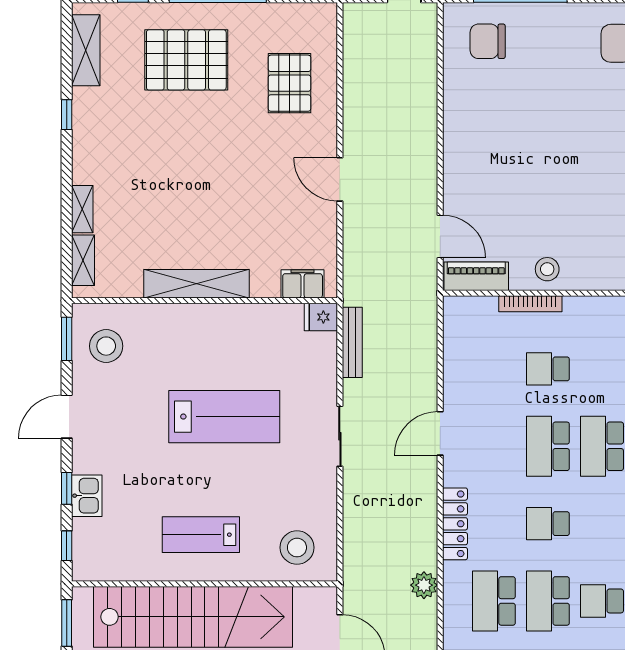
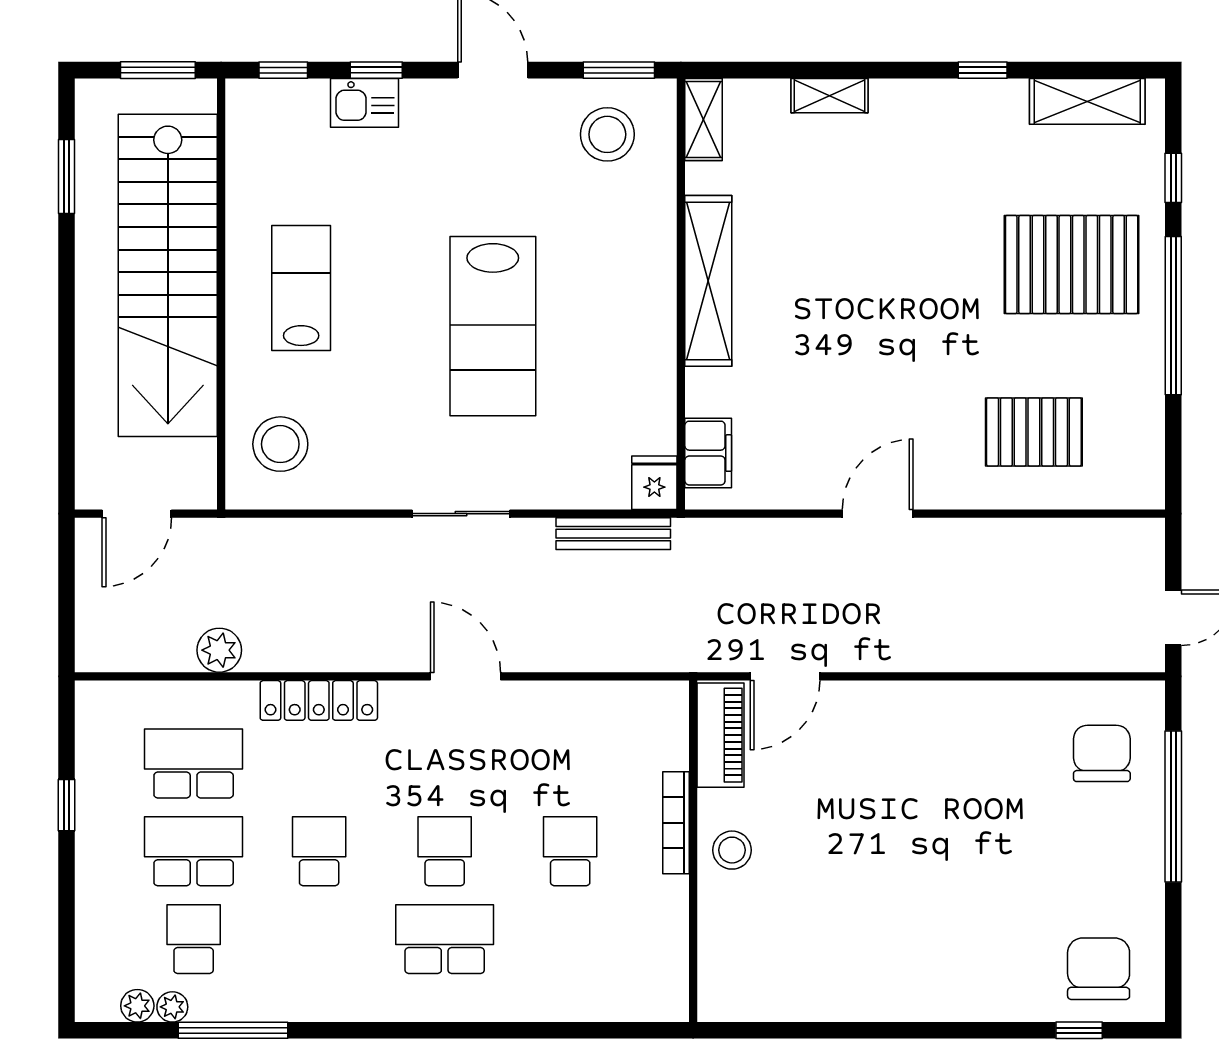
pallet: (186, 60) -> (1072, 264), turned 90
shelving: (83, 260) -> (704, 119), moved, turned 90
school desk: (548, 446) -> (445, 851), width x0.54

